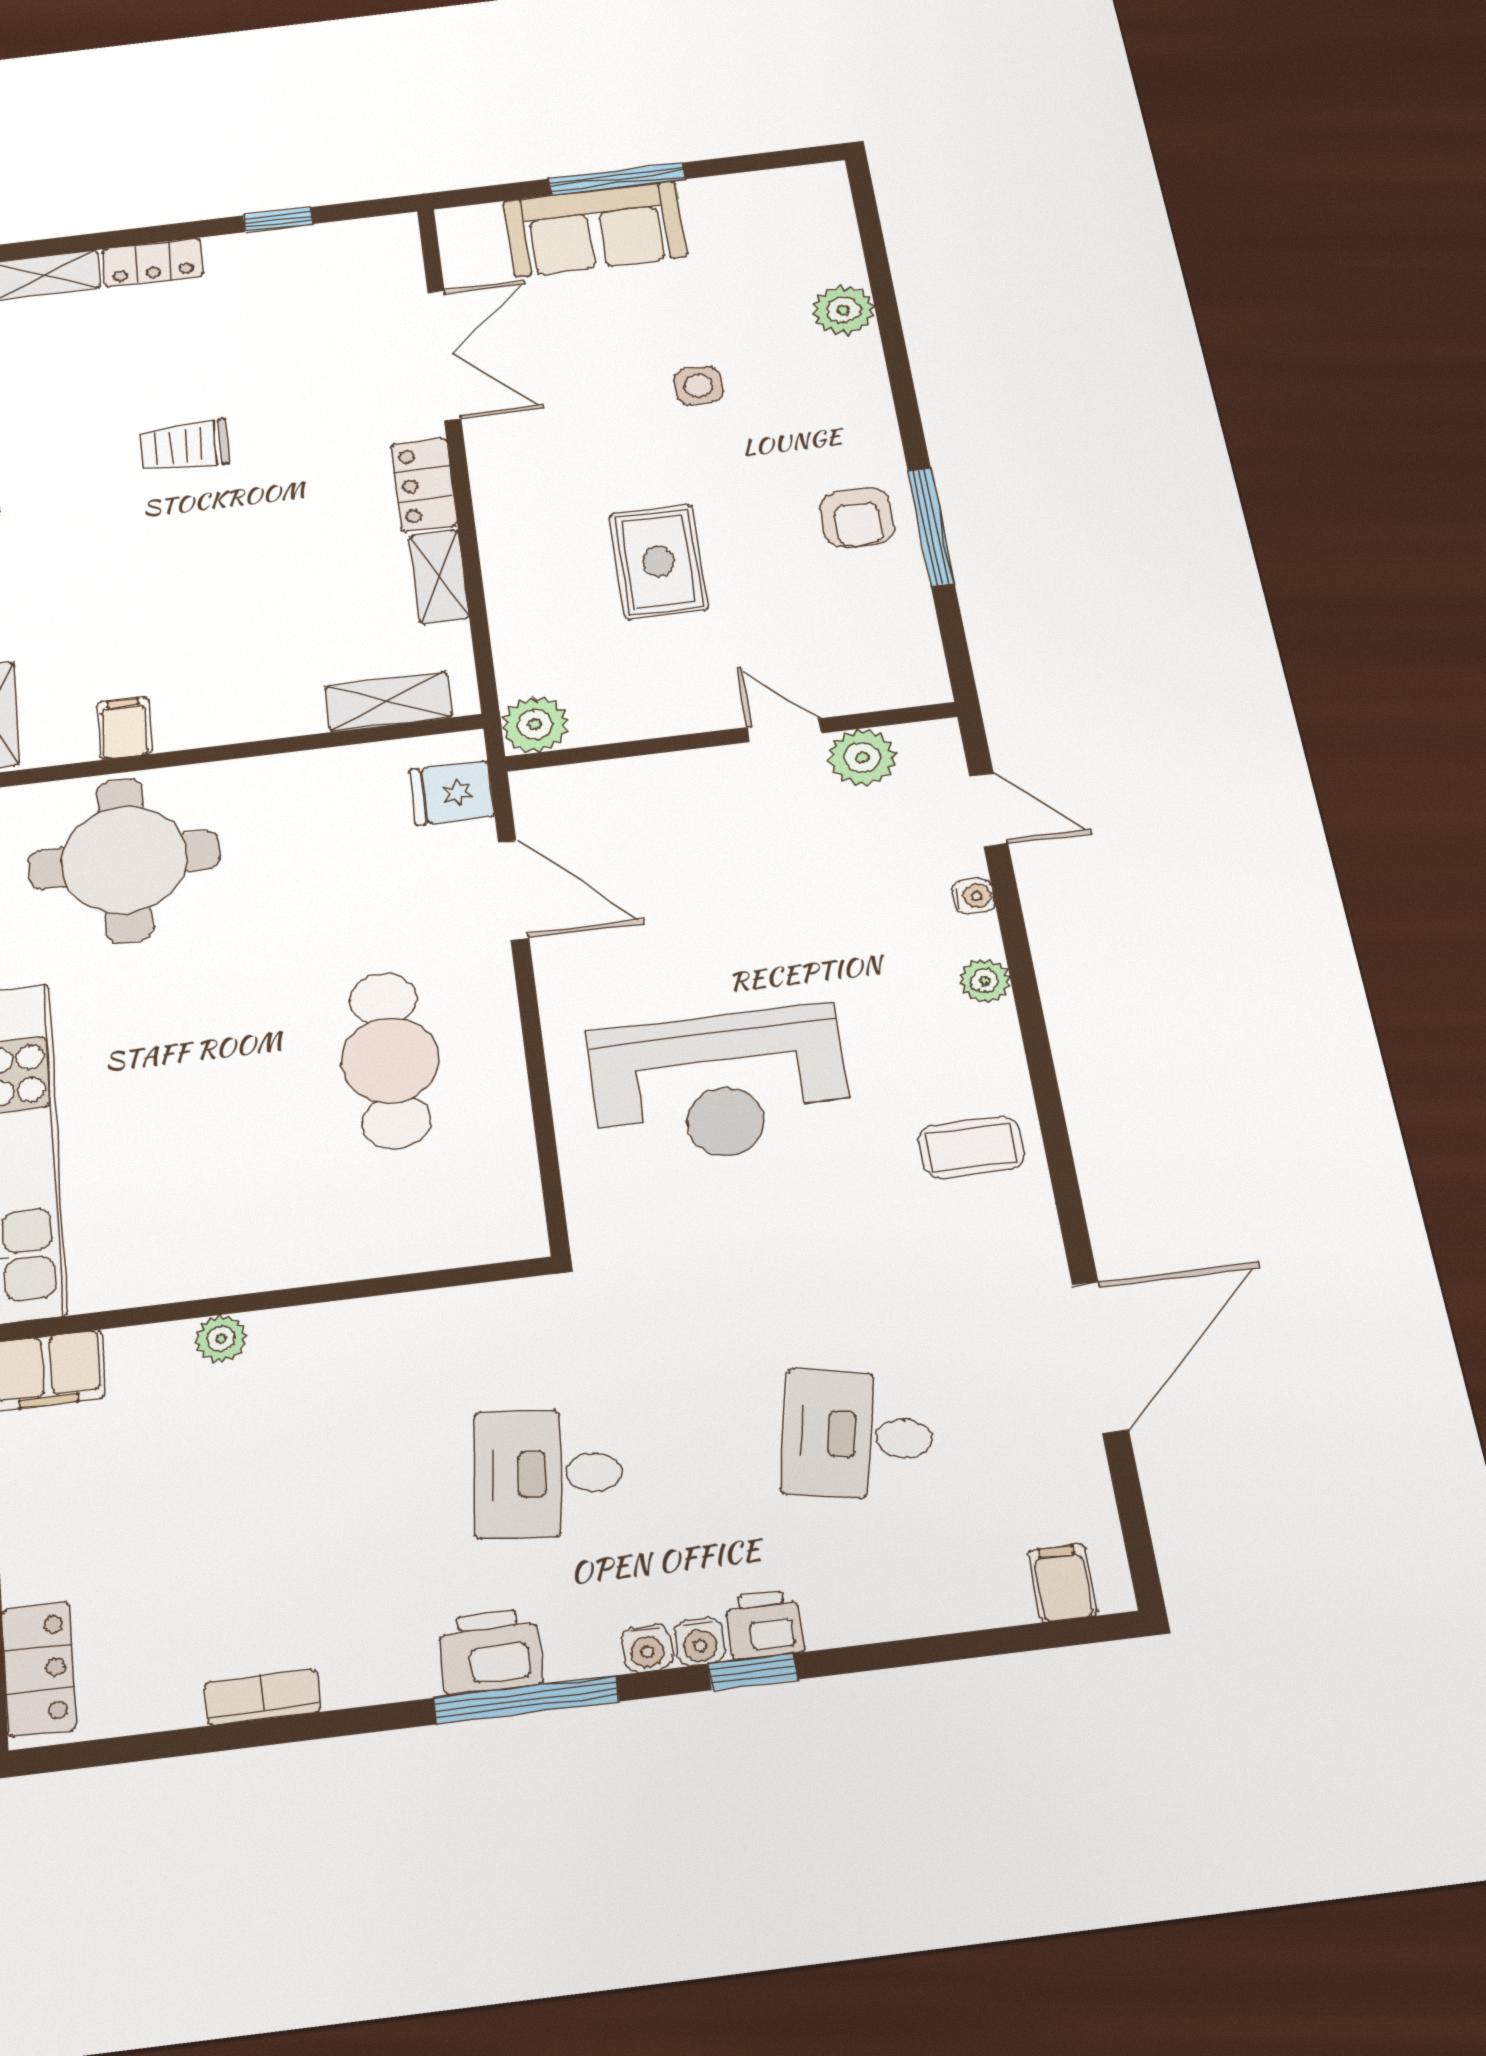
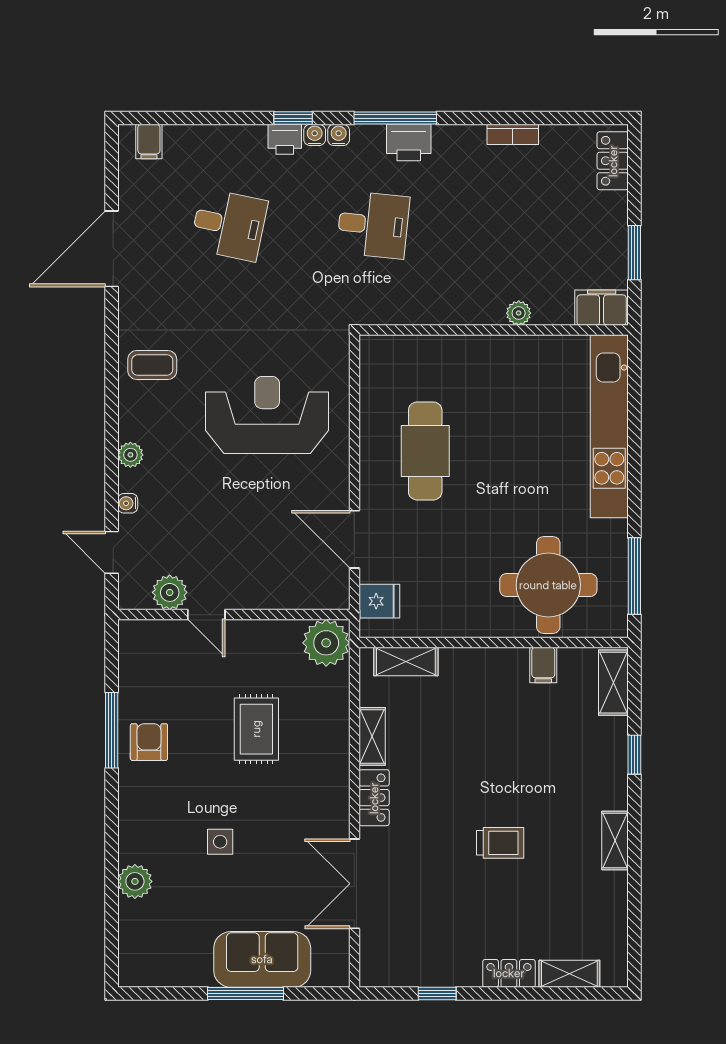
plant: (535, 724) -> (326, 643), width x1.36, depth x1.36

